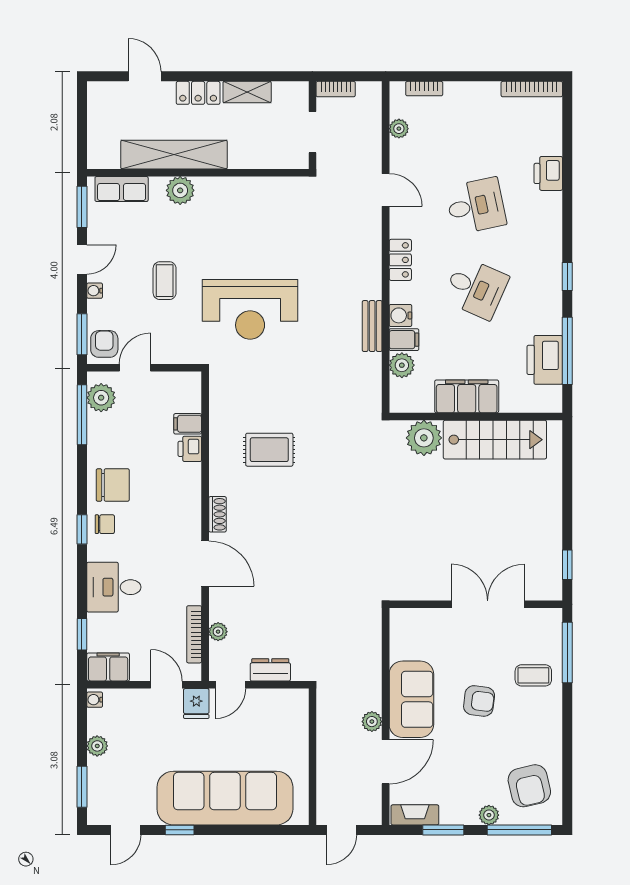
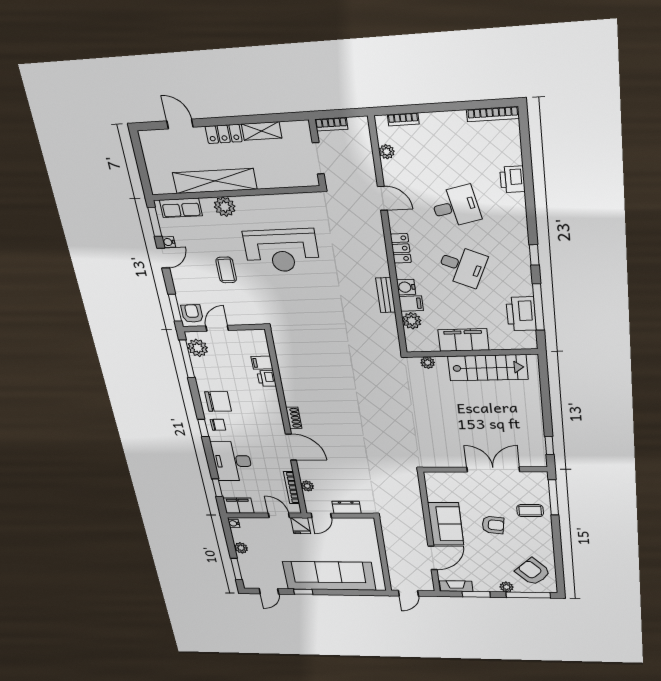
water cooler: (95, 291) -> (169, 242), moved
reception desk: (250, 309) -> (281, 251), moved
plant: (424, 438) -> (428, 363), width x0.53, depth x0.53
rug: (269, 450) -> (323, 378), removed
desk: (114, 587) -> (232, 461), width x1.37
plant: (372, 722) -> (420, 536), removed
armchair: (529, 786) -> (533, 572), turned 149

